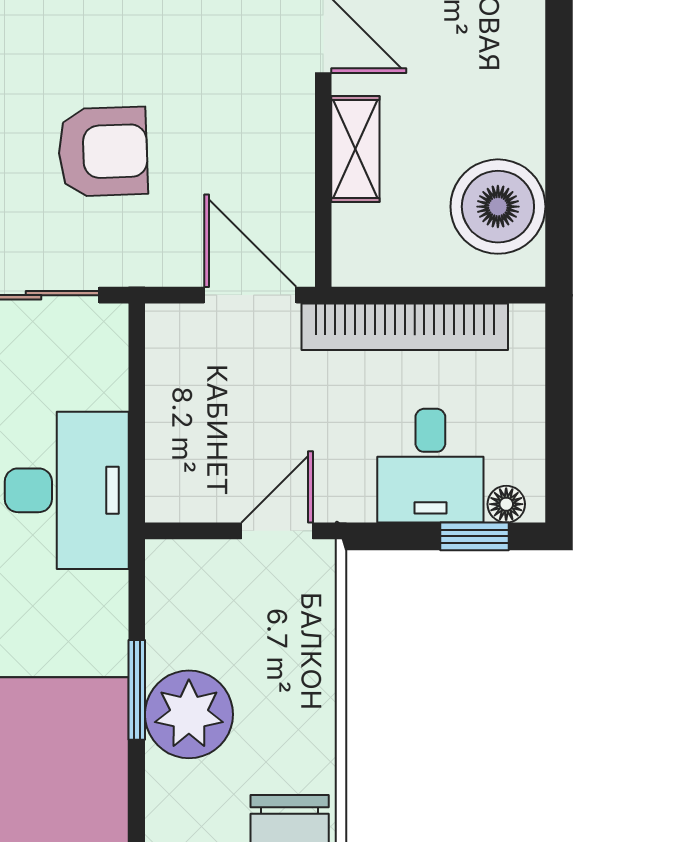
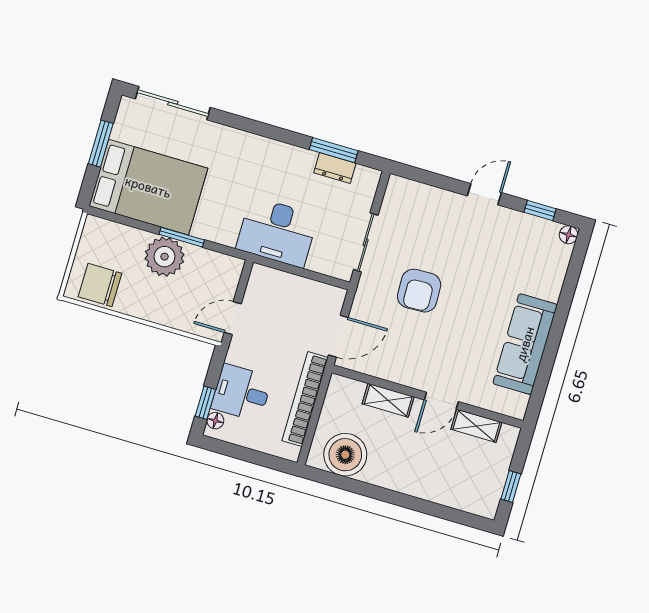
door: (277, 531) -> (233, 318), swing flipped

